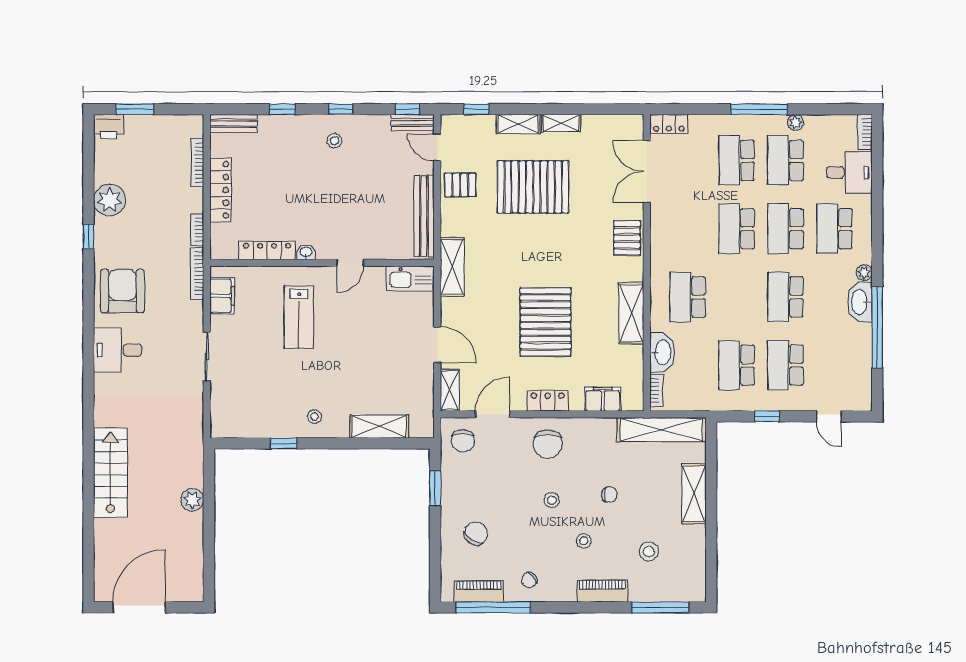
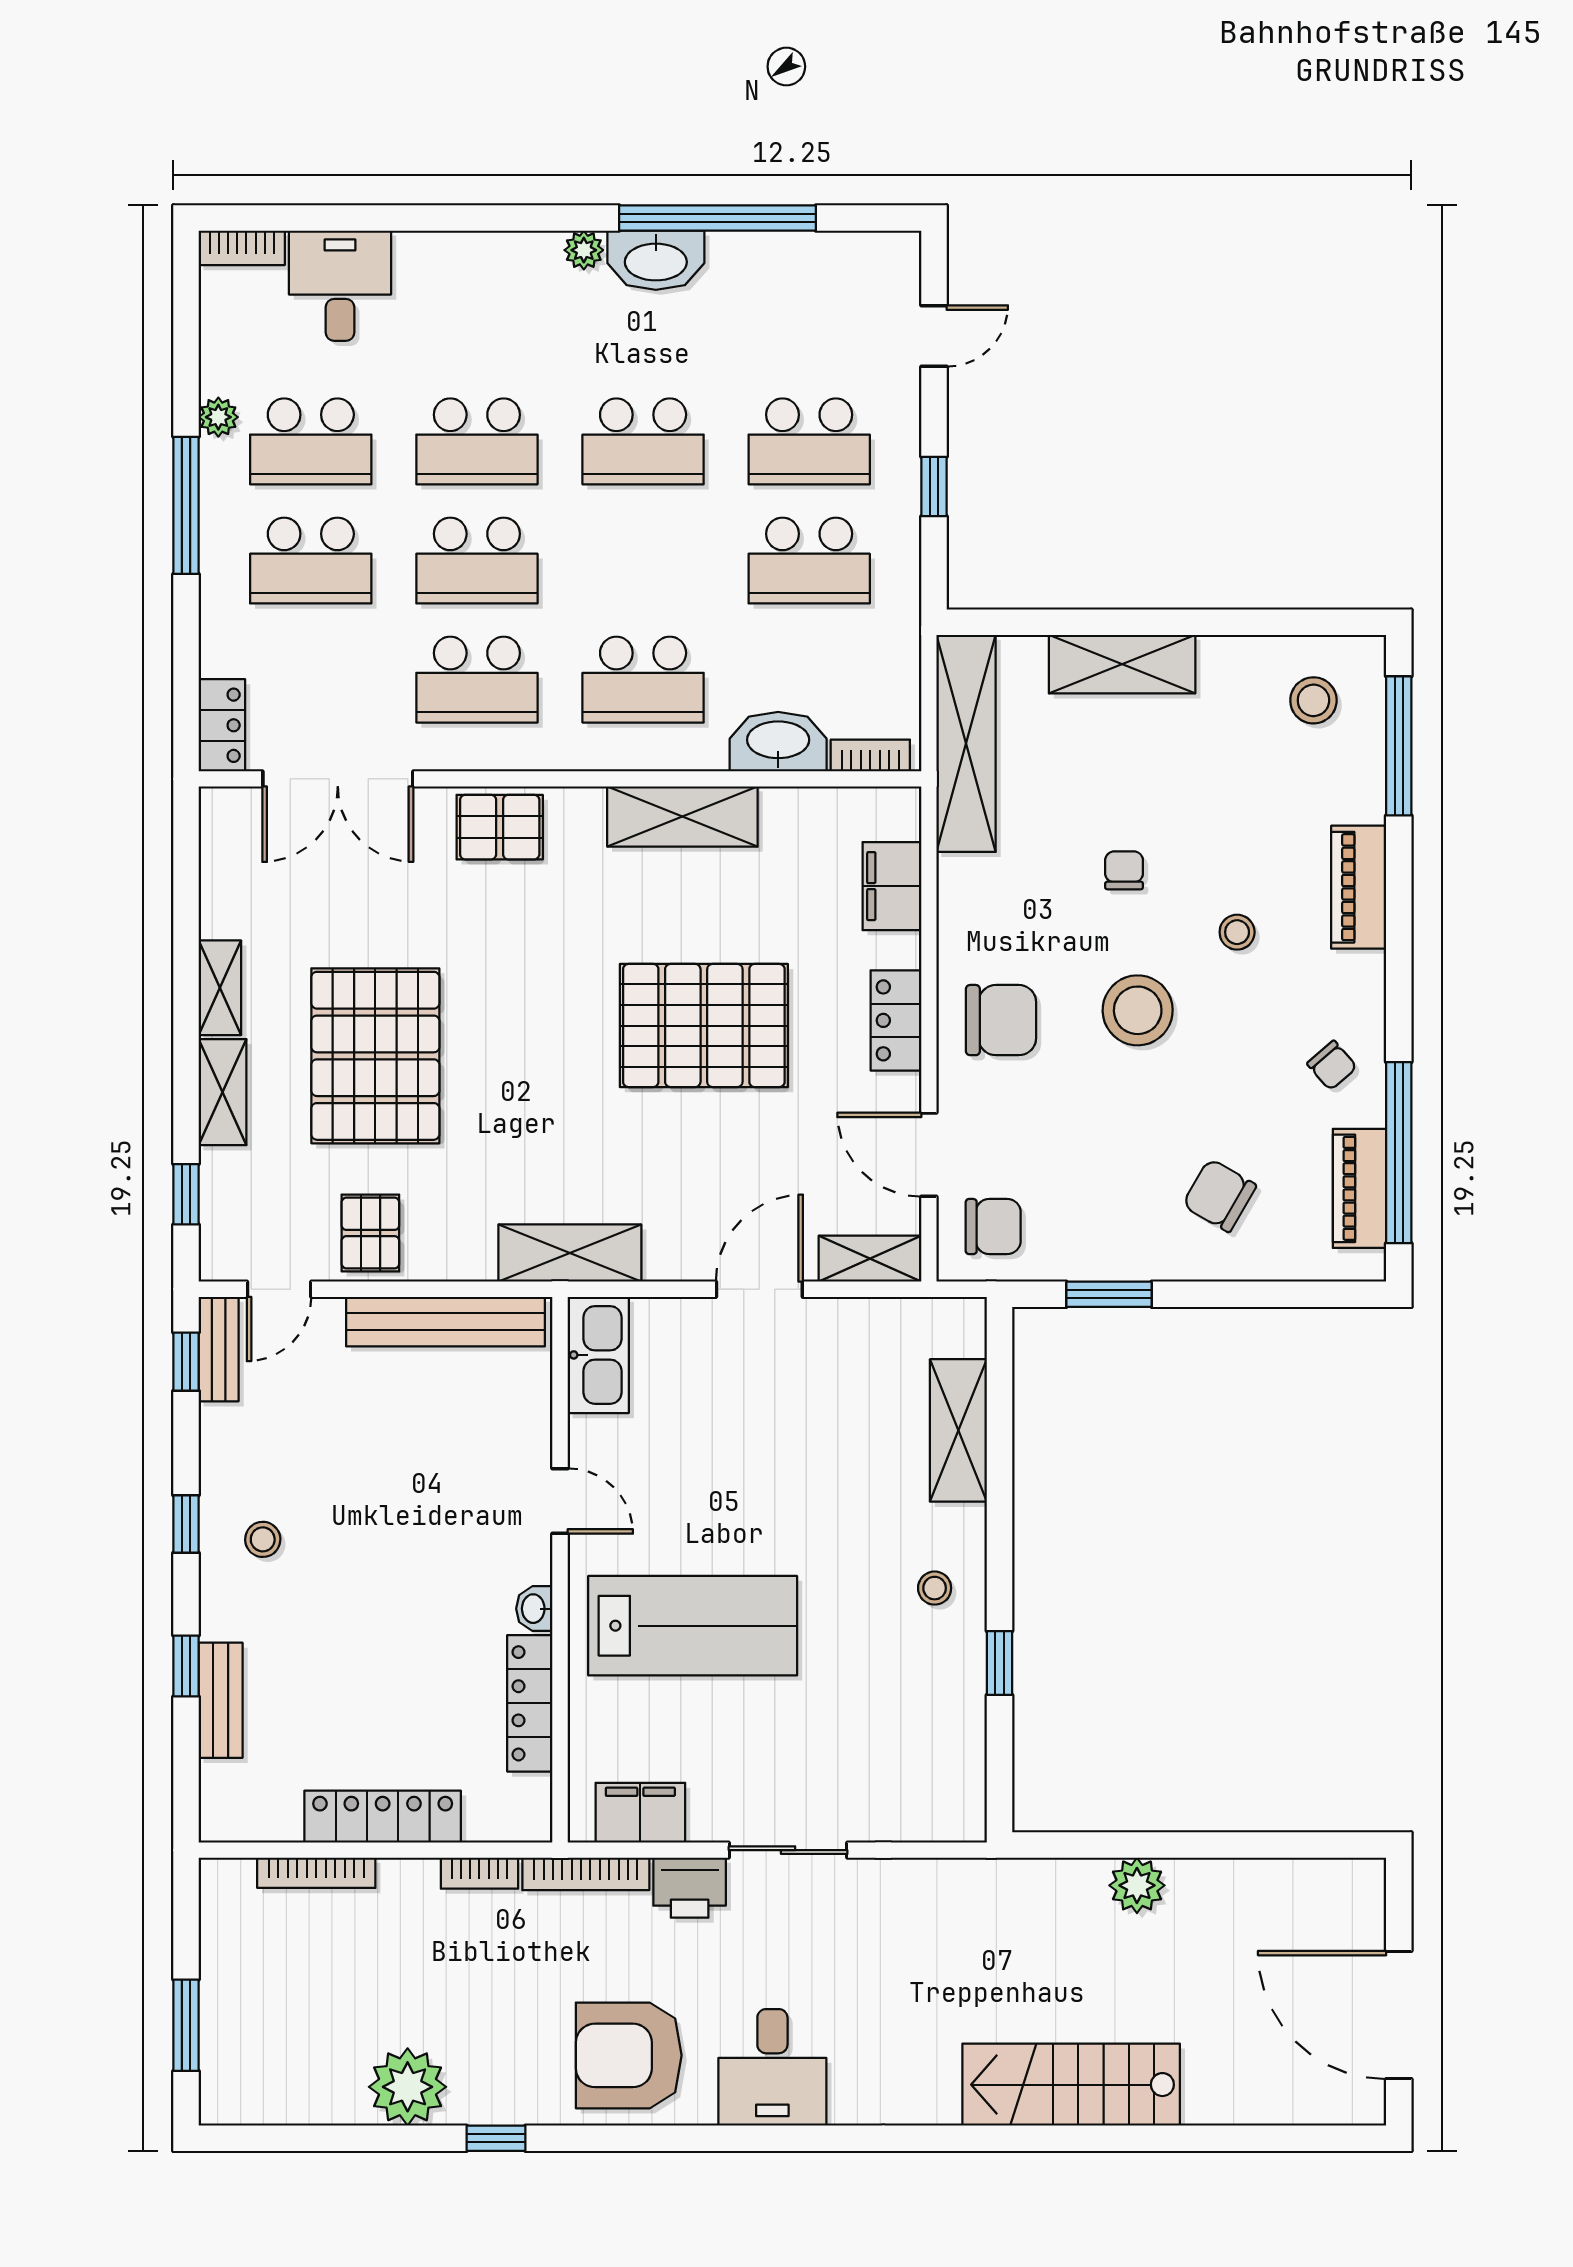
bench: (234, 123) -> (221, 1700), moved
printer: (109, 127) -> (690, 1888), moved, turned 90
school desk: (834, 229) -> (477, 680), moved
lab bench: (299, 317) -> (693, 1626), width x1.36, depth x1.39
stool: (552, 500) -> (1138, 1010), width x1.89, depth x1.89
stool: (649, 551) -> (1313, 700), moved

